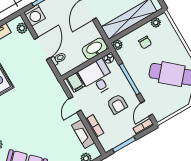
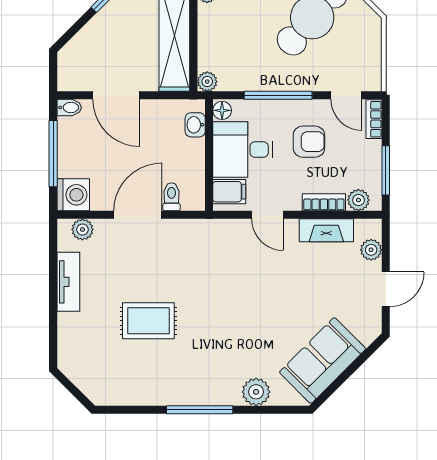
chair: (145, 42) -> (231, 32), removed
door: (42, 48) -> (138, 215), hinge flipped
washbasin: (95, 49) -> (195, 125), width x0.52, depth x0.69
plant: (104, 140) -> (358, 200), added

